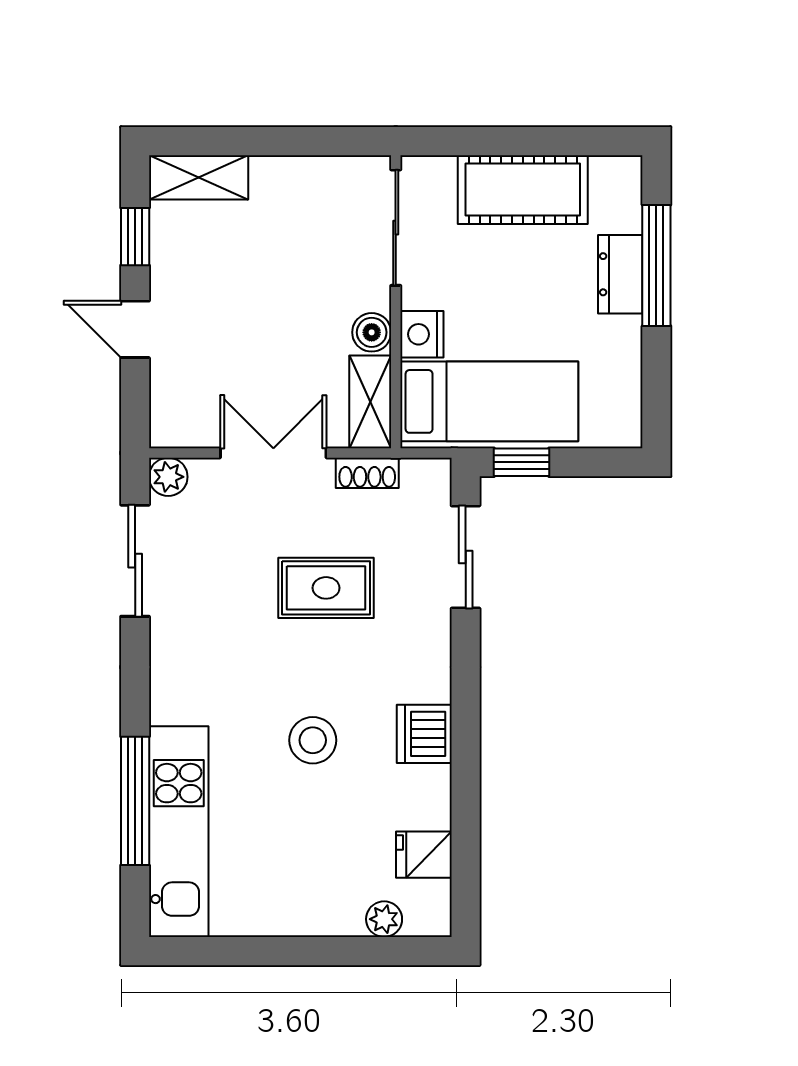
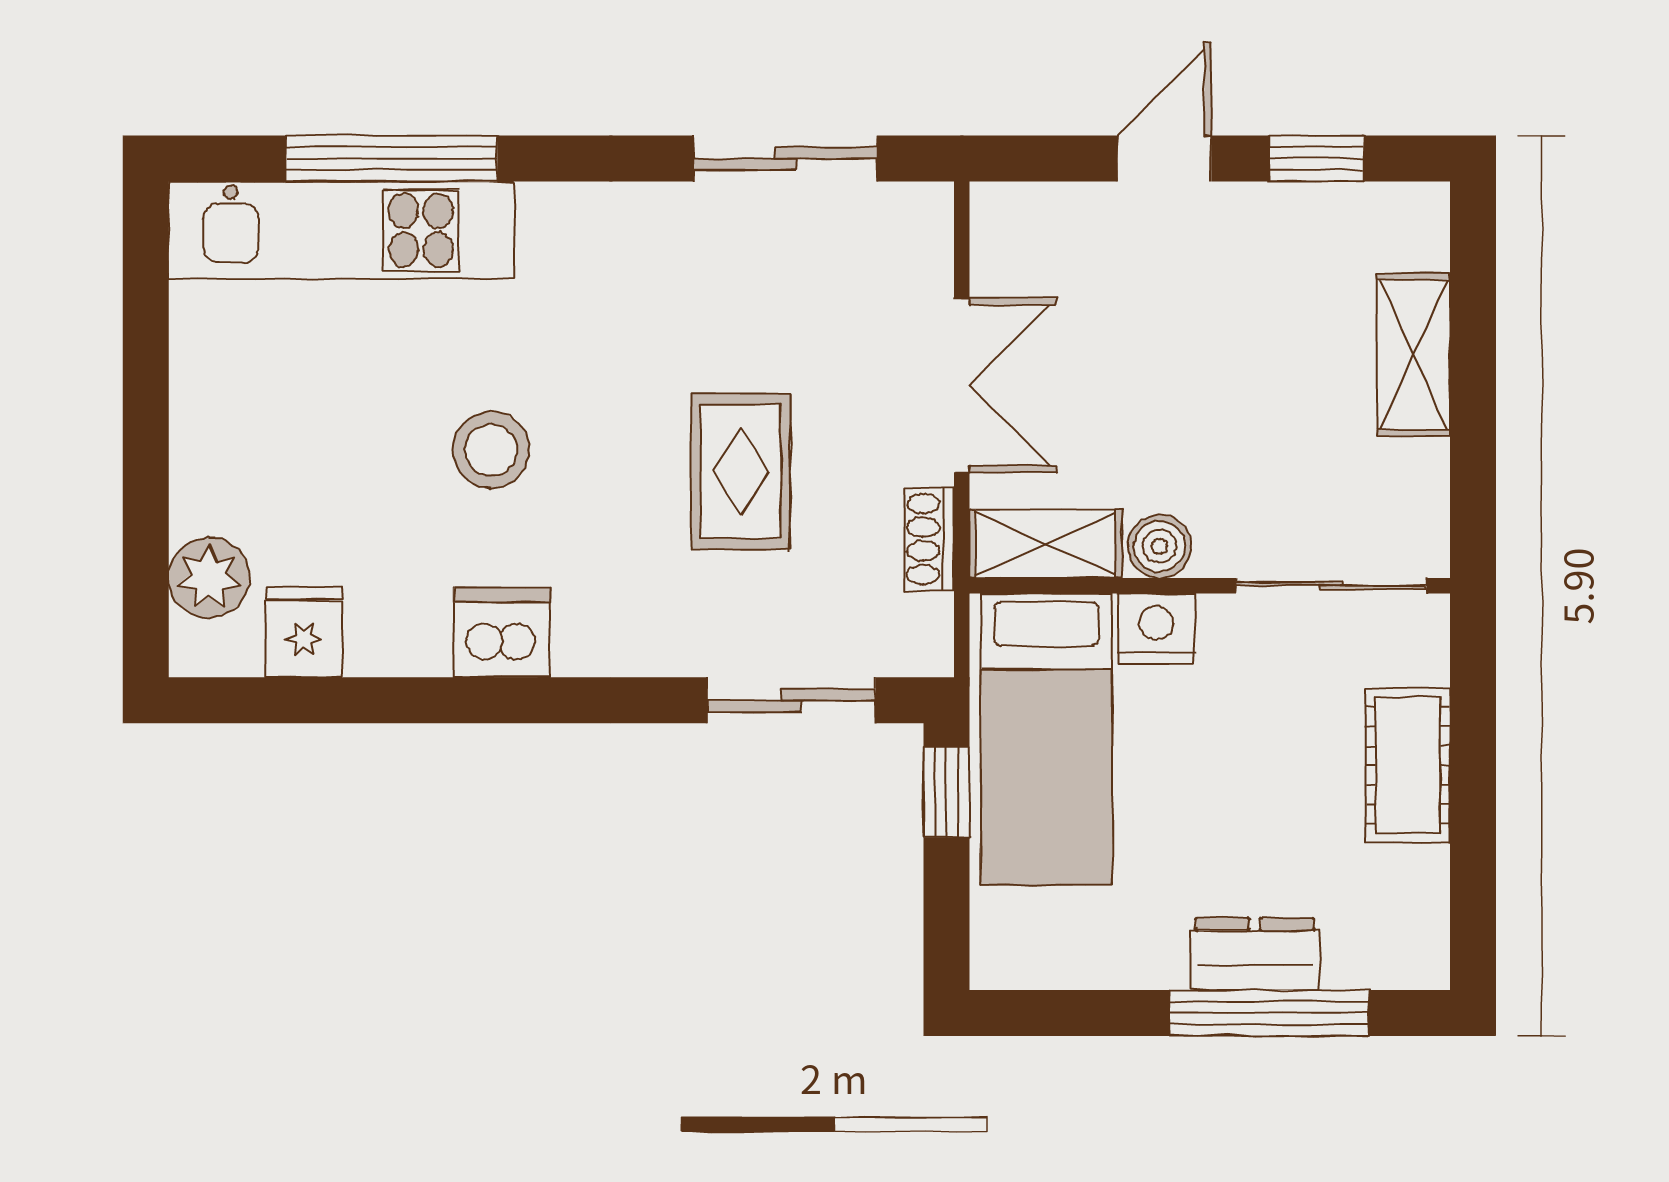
shelving: (199, 177) -> (1414, 355), moved
cot: (523, 190) -> (1408, 765), width x0.73, depth x0.75
plant: (168, 477) -> (923, 213), removed
plant: (384, 919) -> (209, 578), width x1.38, depth x1.38

